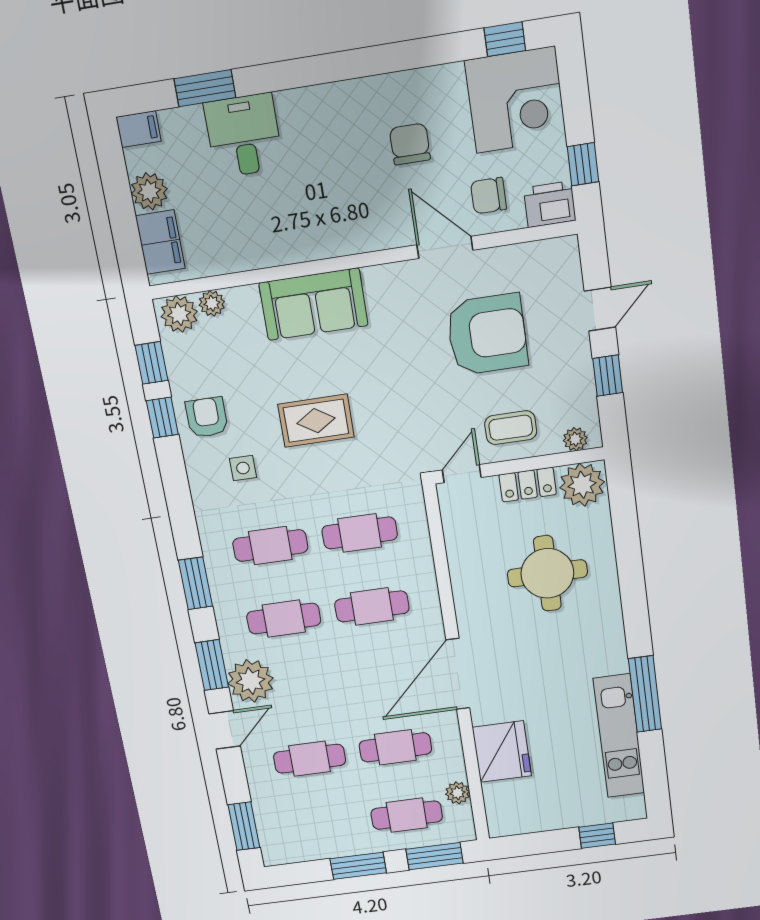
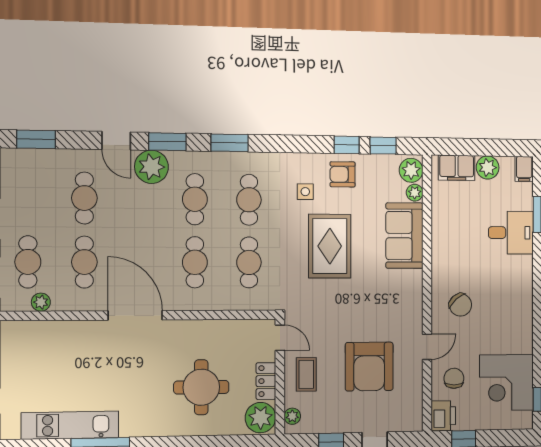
corner desk: (516, 100) -> (506, 383), moved
chair: (410, 144) -> (460, 305), moved, turned 49
door: (445, 247) -> (427, 347), width x0.73
sofa: (313, 304) -> (404, 236), moved
armchair: (207, 417) -> (343, 174), turned 180
rug: (316, 421) -> (330, 246), width x1.36, depth x1.43
fridge: (502, 752) -> (70, 339), removed

